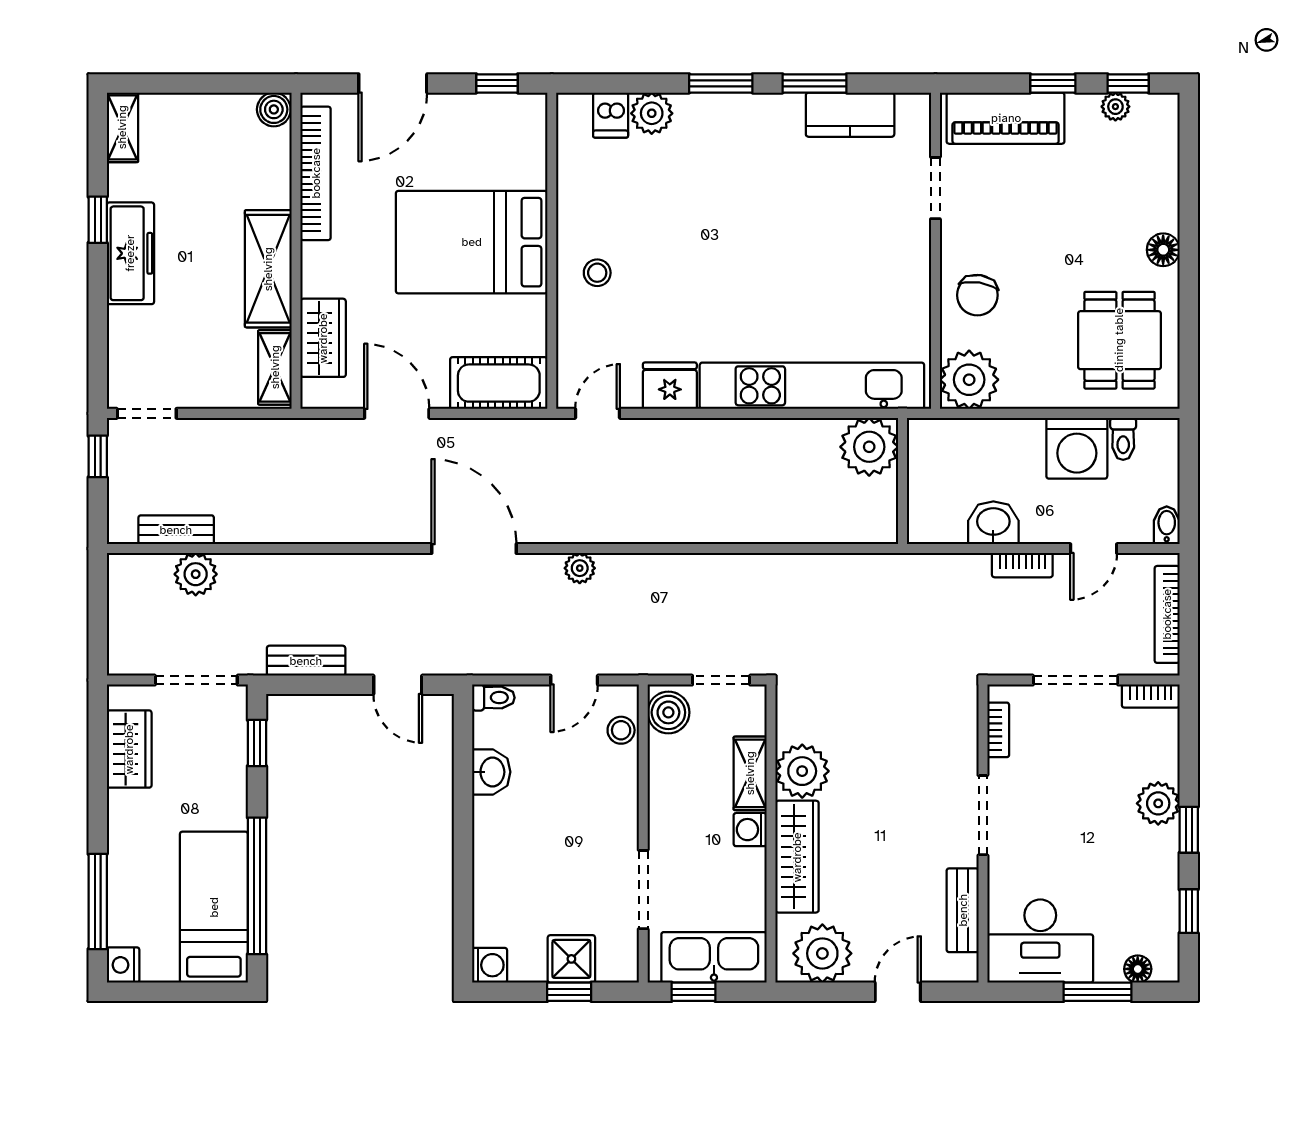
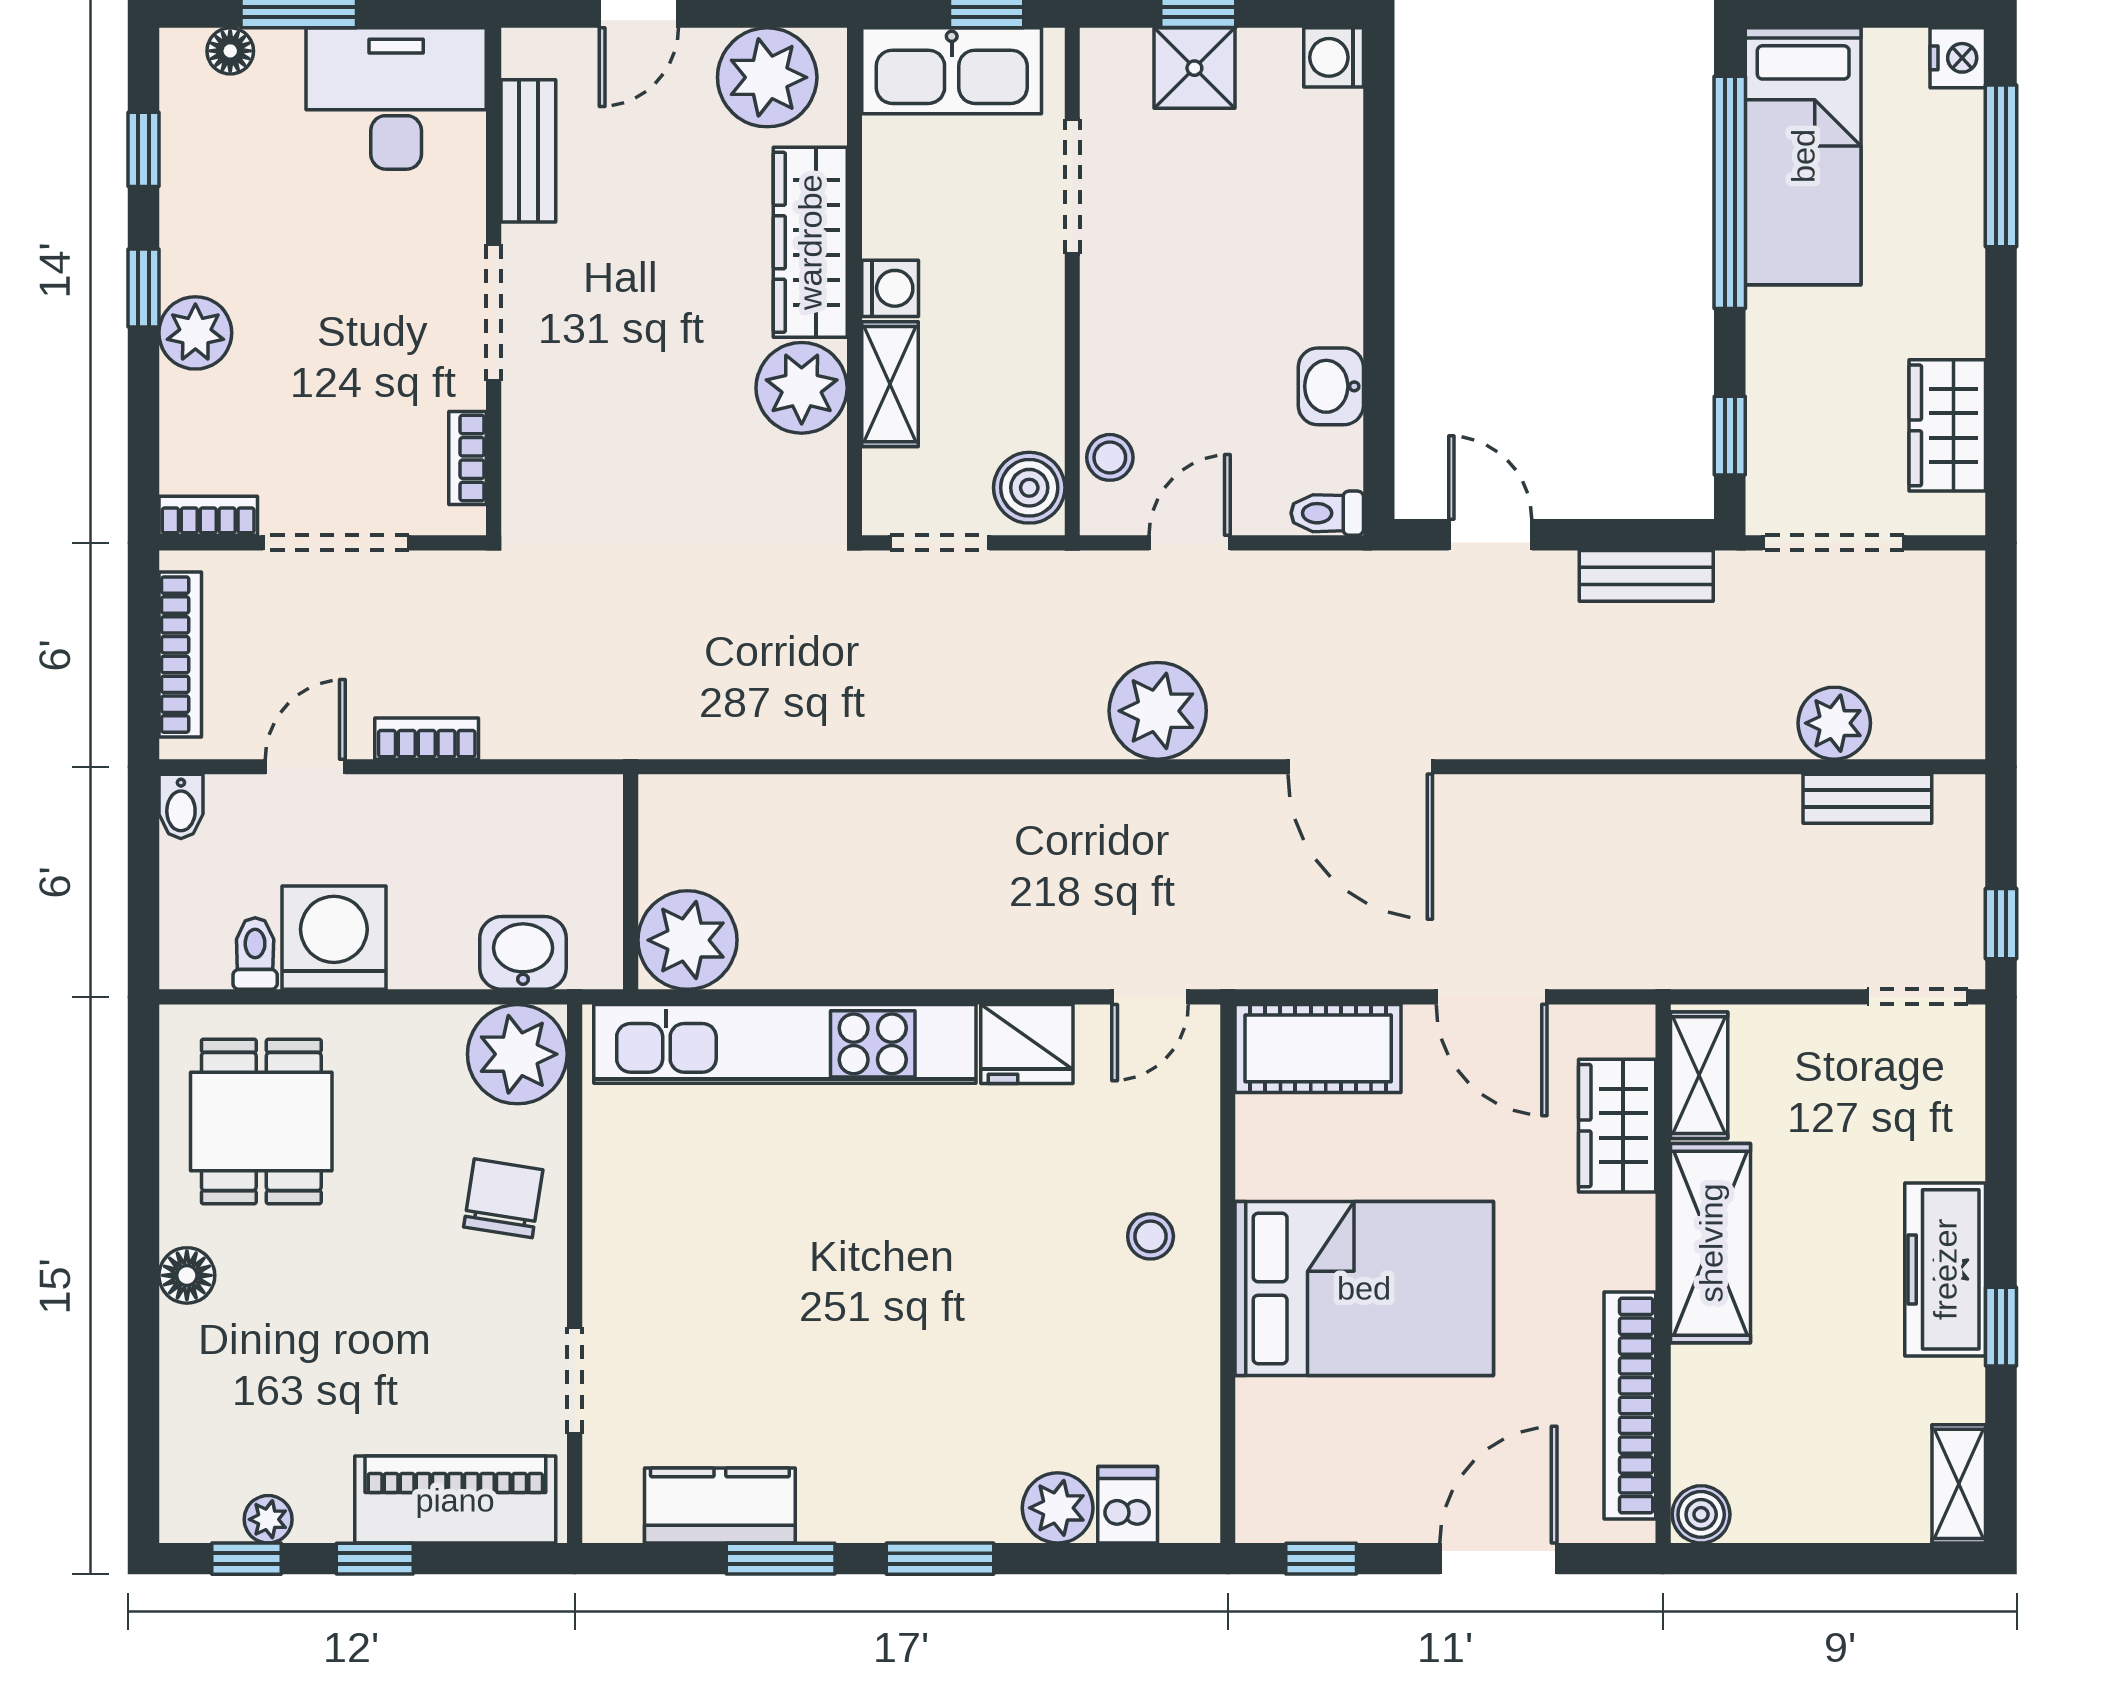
washbasin: (993, 523) -> (523, 953), moved, turned 180
plant: (580, 568) -> (1158, 711), width x1.87, depth x1.87

